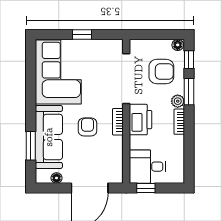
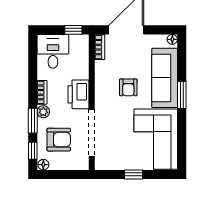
armchair: (161, 72) -> (59, 140), turned 180
bookcase: (118, 122) -> (100, 47), moved
window: (31, 146) -> (182, 95), moved
desk: (147, 167) -> (53, 51), moved, turned -90
floor lamp: (57, 178) -> (172, 39), moved

